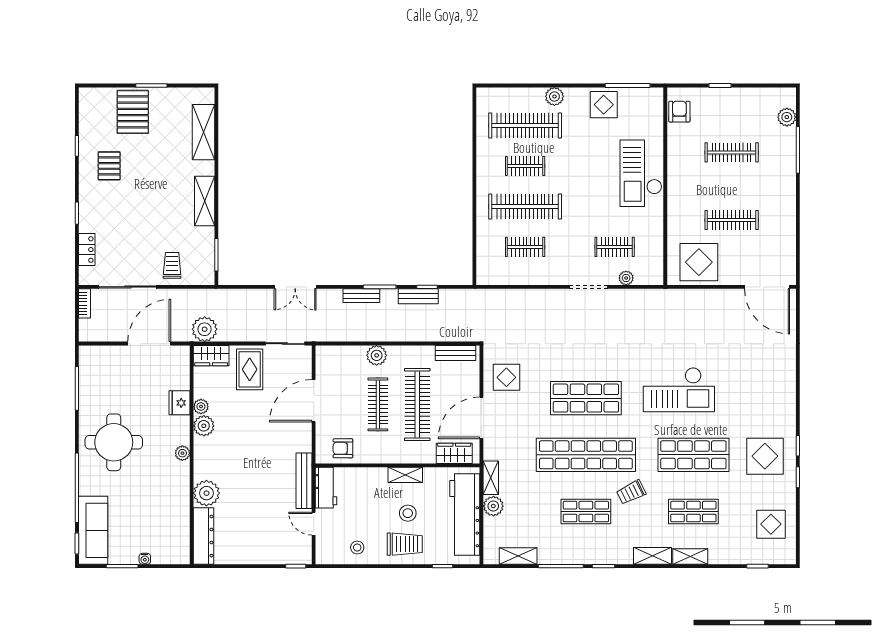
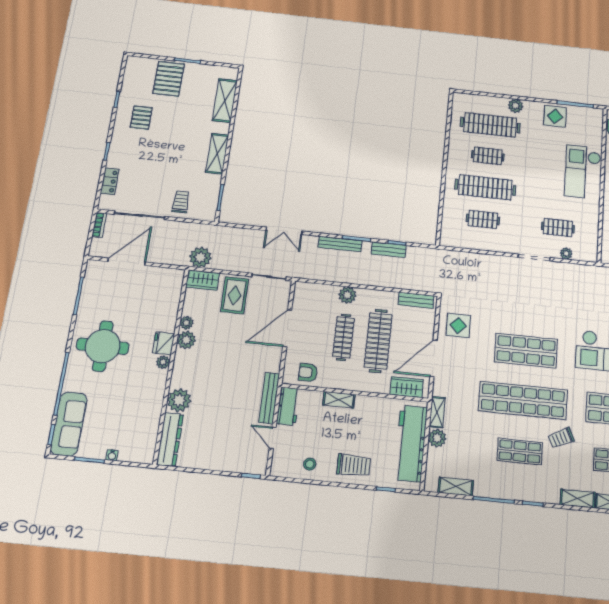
bench: (361, 296) -> (340, 244), width x1.36
door: (149, 344) -> (127, 262), moved
fridge: (179, 403) -> (164, 343), moved
shelving: (405, 475) -> (339, 400), moved
stool: (408, 513) -> (359, 437), removed

